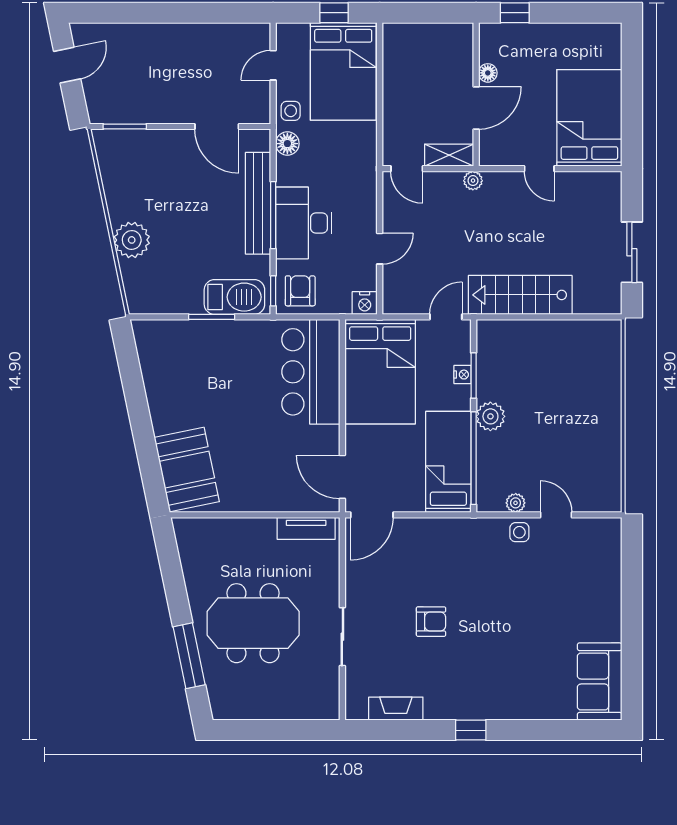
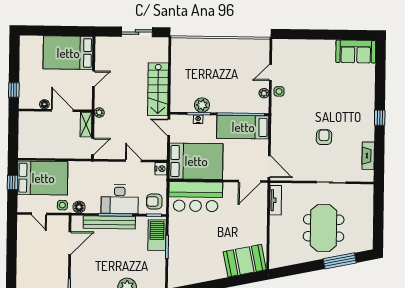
plant: (490, 416) -> (202, 105), moved

